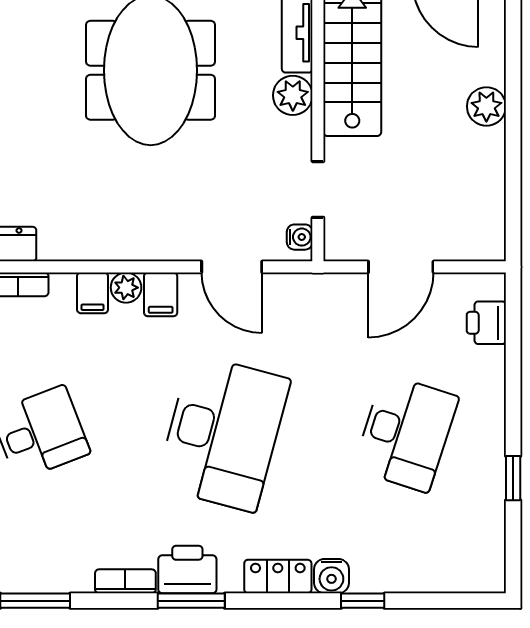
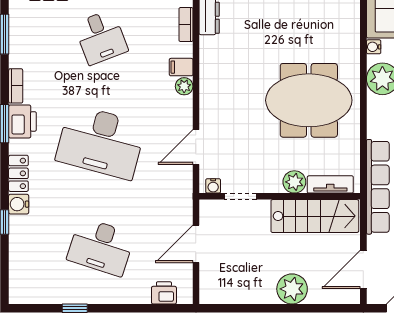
plant: (486, 106) -> (292, 289), width x1.36, depth x1.36
door: (401, 267) -> (196, 244), hinge flipped
filing cabinet: (161, 294) -> (180, 106), removed

